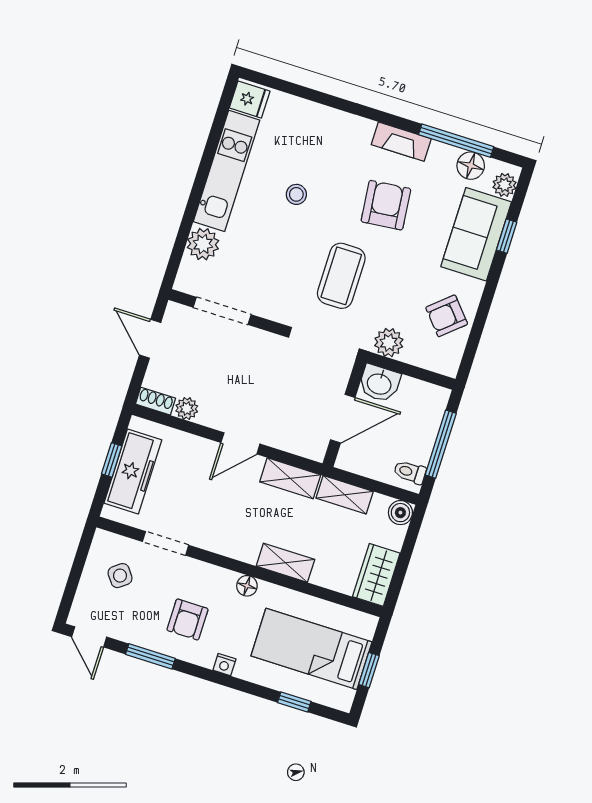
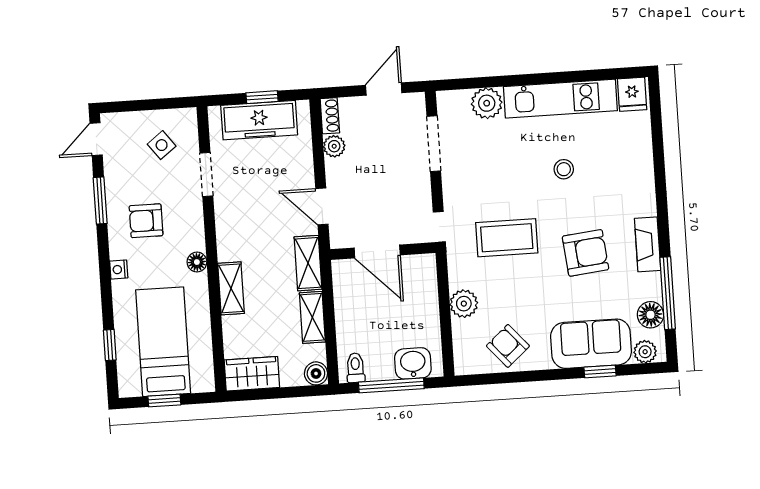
washbasin: (379, 383) -> (413, 363), moved, turned 90
wall: (344, 413) -> (383, 251), moved
door: (343, 419) -> (377, 251), moved

